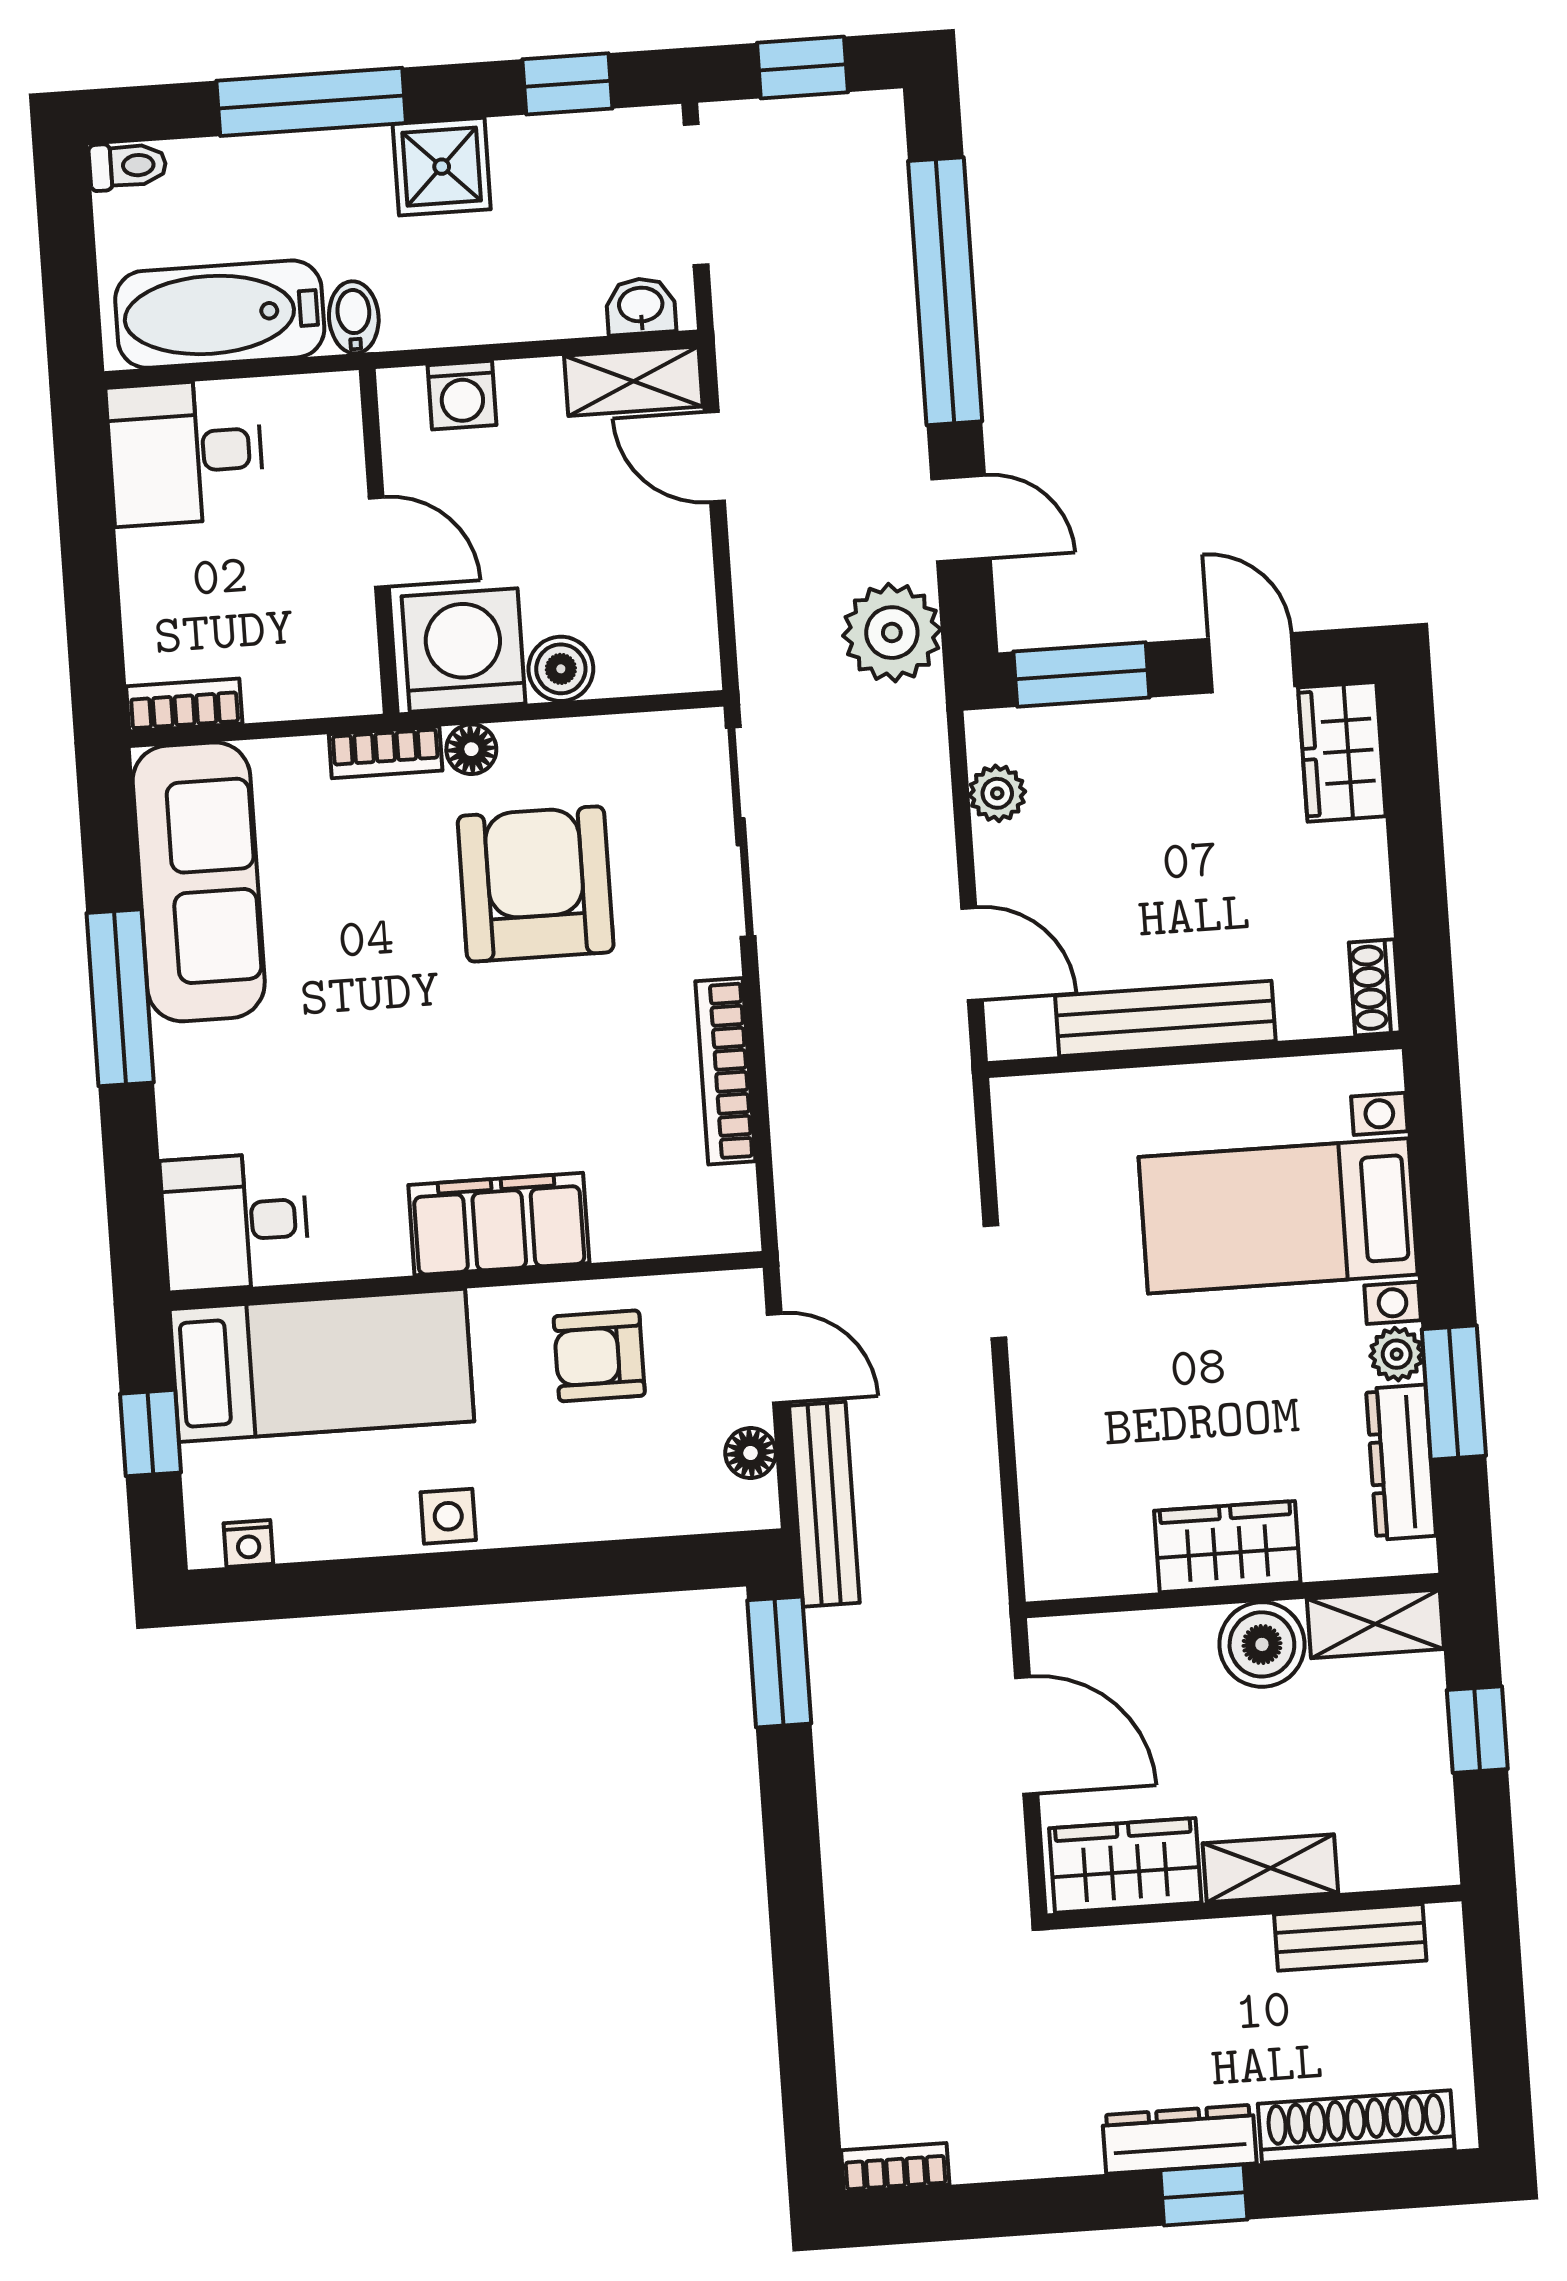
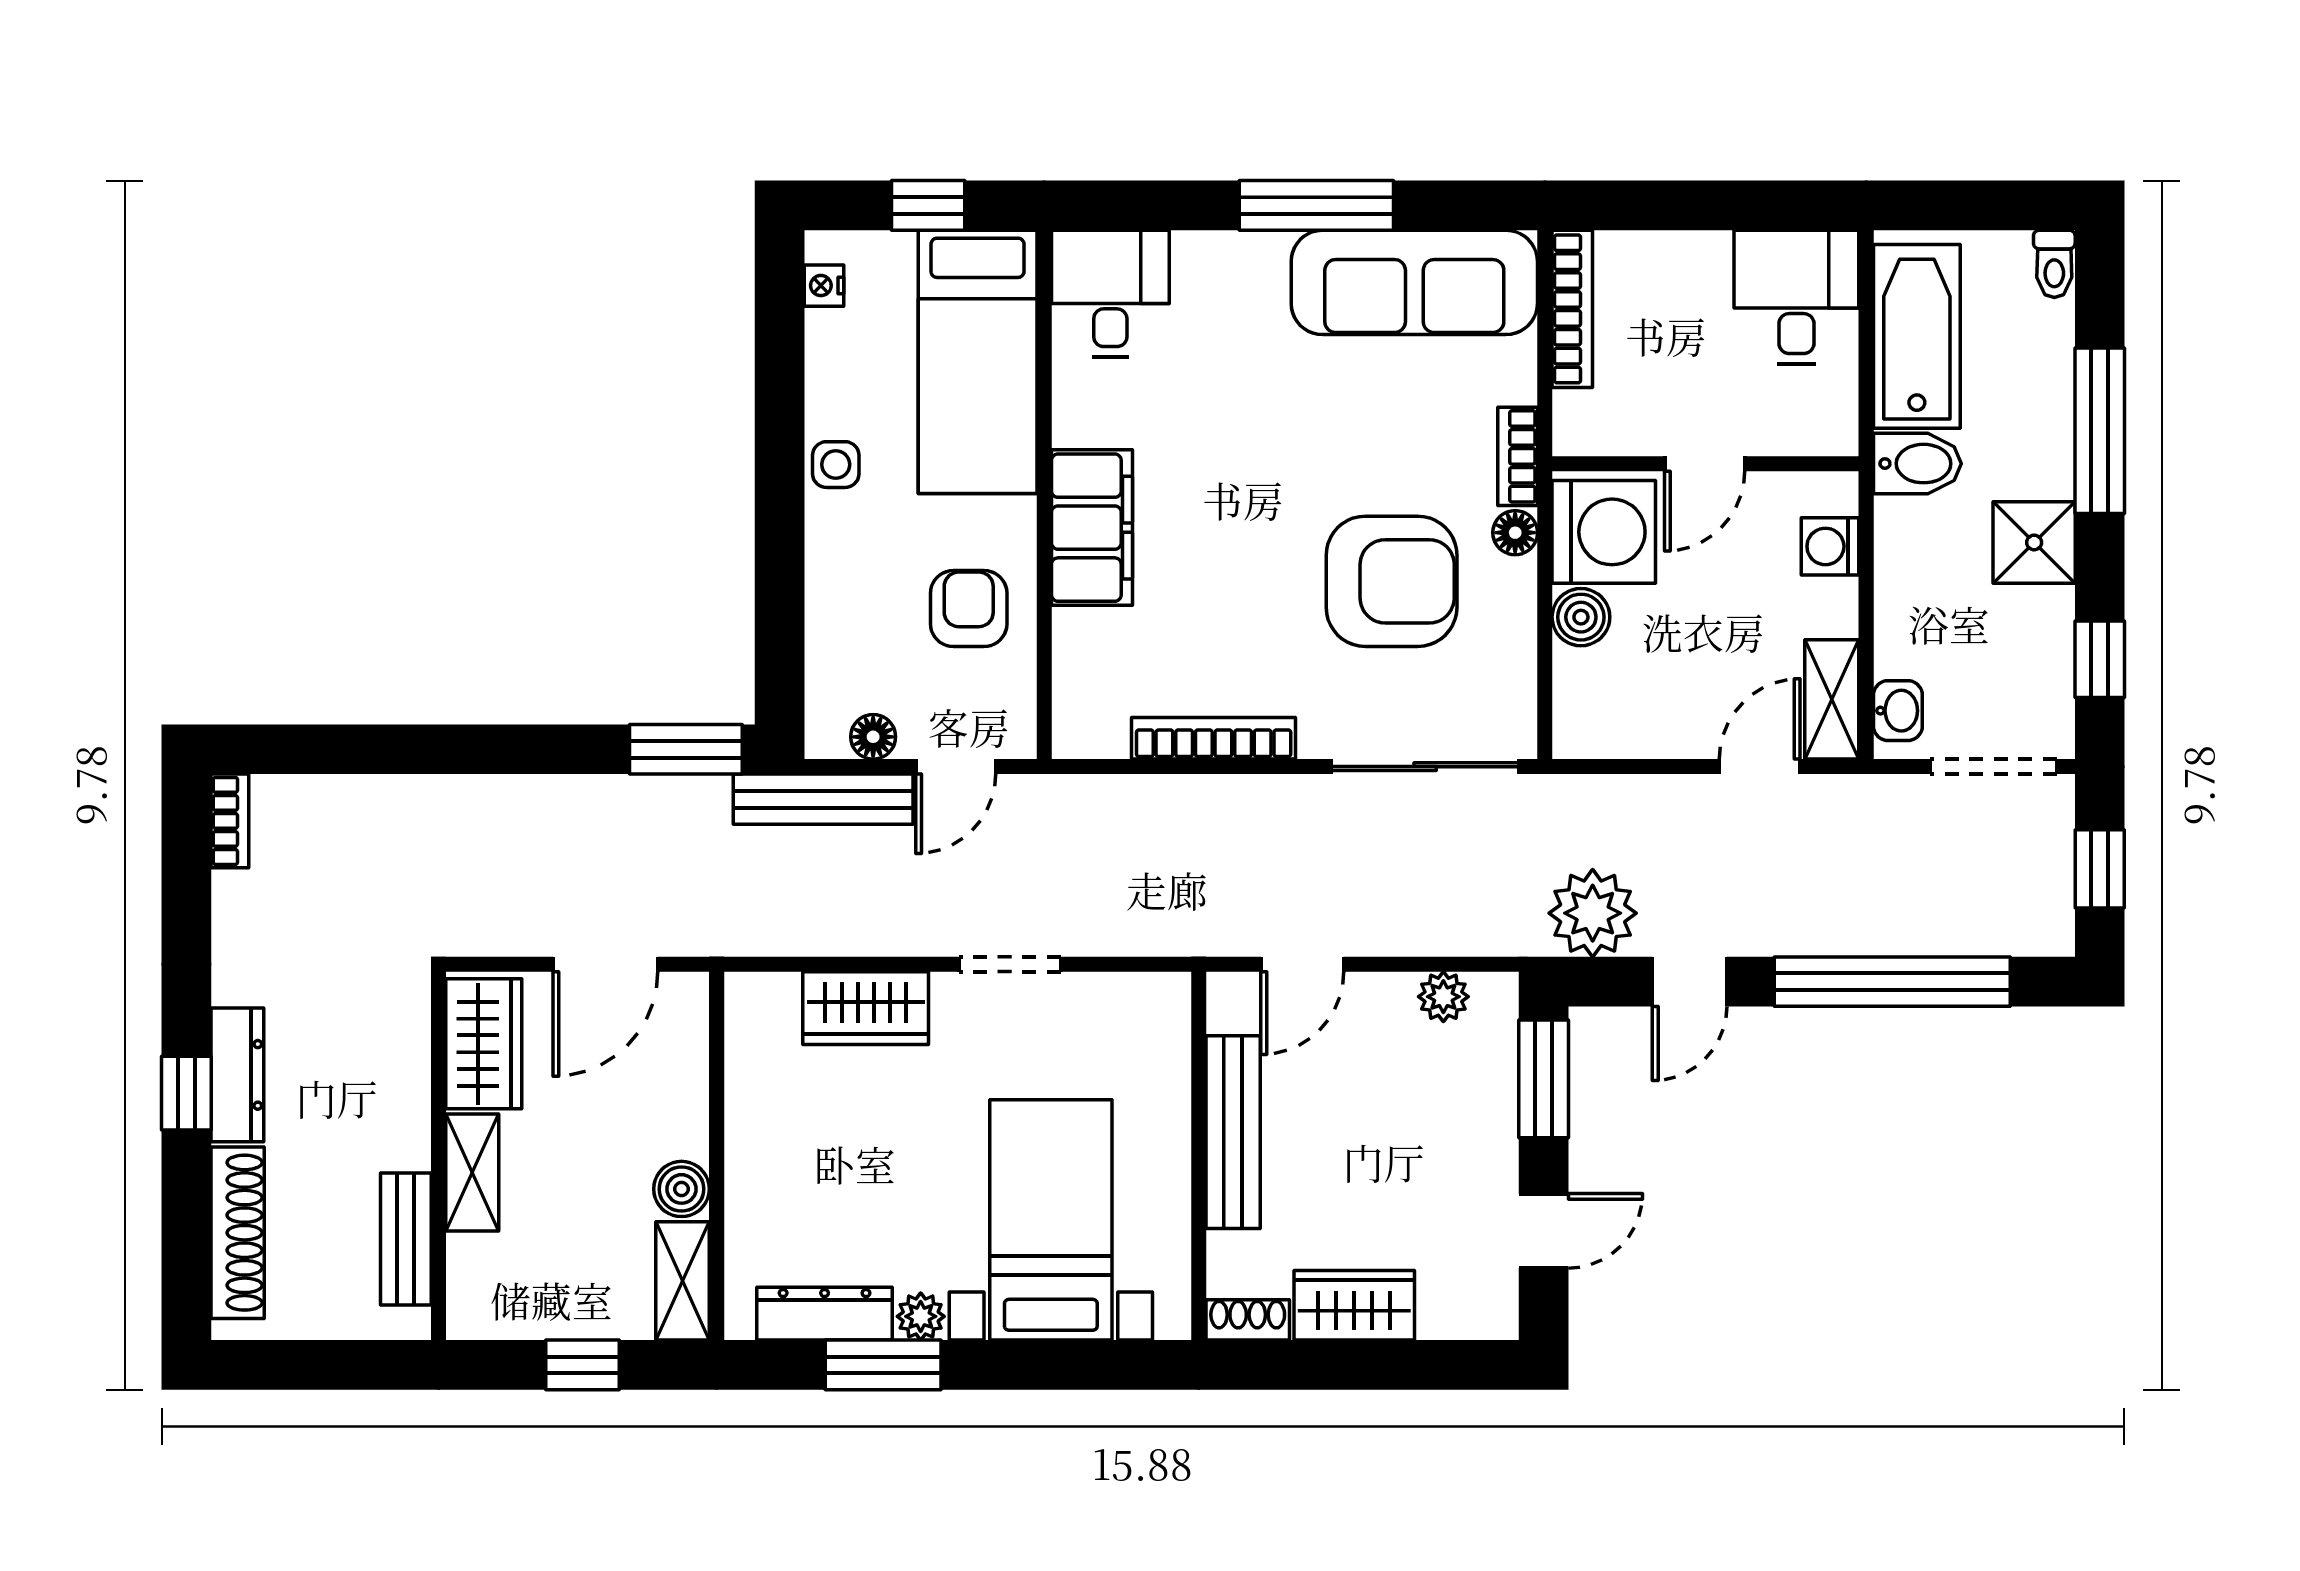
bidet: (354, 317) -> (1917, 464), width x1.38, depth x1.36
bookcase: (184, 705) -> (1572, 309), width x1.56
wardrobe: (1342, 752) -> (1354, 1305), moved
wardrobe: (1227, 1547) -> (866, 1008), moved, turned 90
boiler: (1262, 1644) -> (682, 1189), width x0.73, depth x0.73

